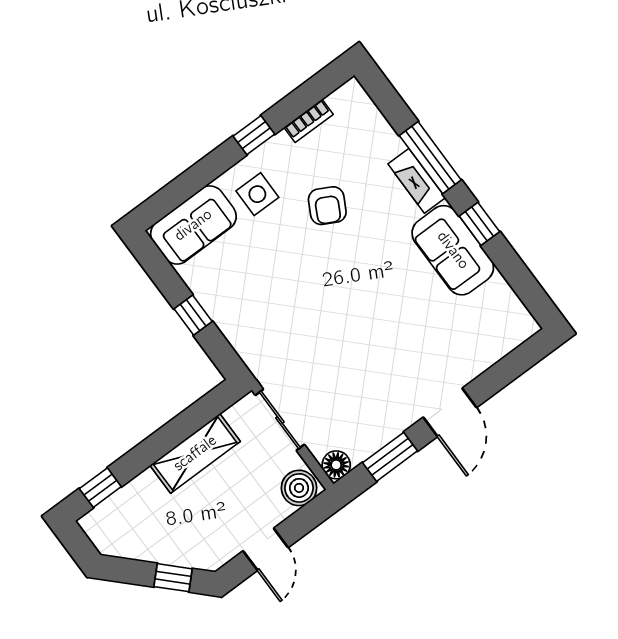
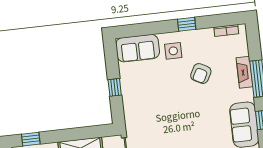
bookcase: (309, 121) -> (226, 30), moved
fireplace: (417, 181) -> (245, 72), moved

